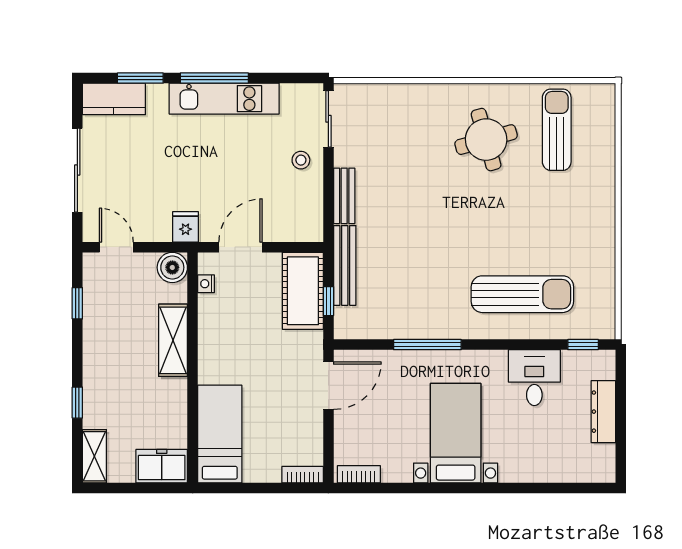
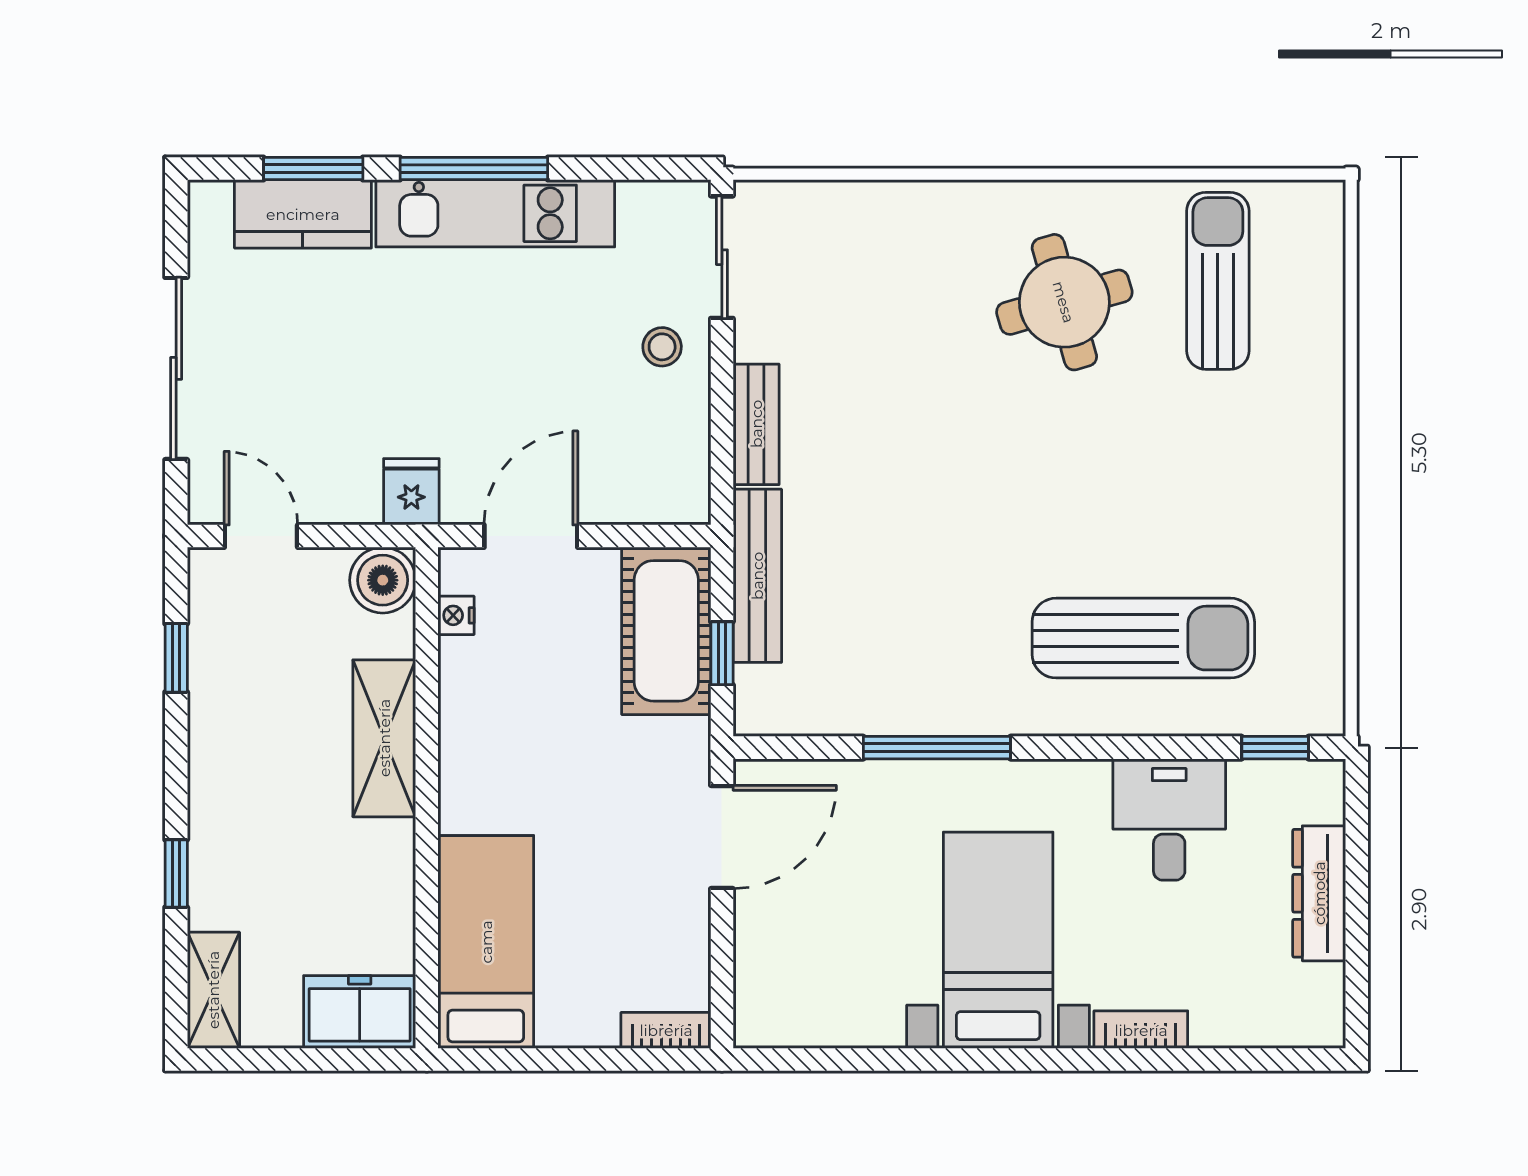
kitchen counter: (114, 99) -> (303, 214), moved
bookcase: (359, 474) -> (1141, 1030), moved

